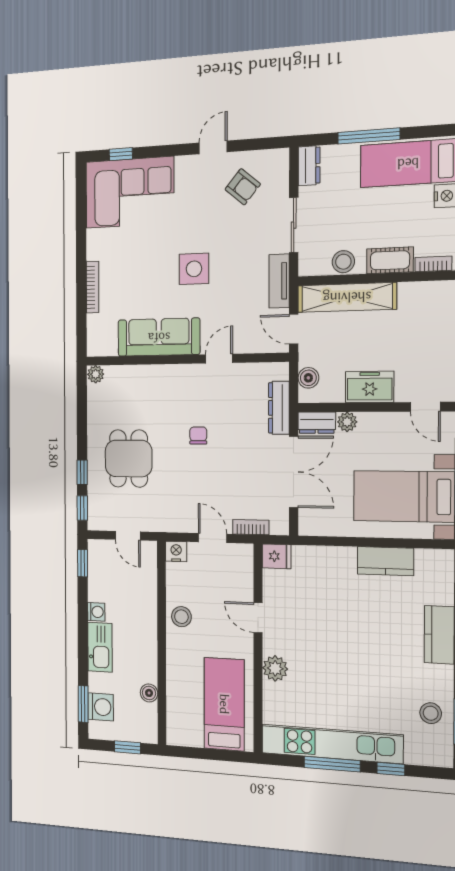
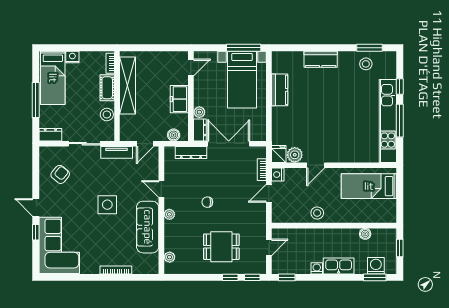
door: (213, 147) -> (36, 207), moved
window: (121, 154) -> (36, 232), moved
shelving: (347, 297) -> (128, 85), moved
plant: (179, 373) -> (169, 214), added
plant: (96, 374) -> (170, 257), moved
nightstand: (176, 551) -> (278, 175), moved
plant: (275, 668) -> (295, 155), moved

